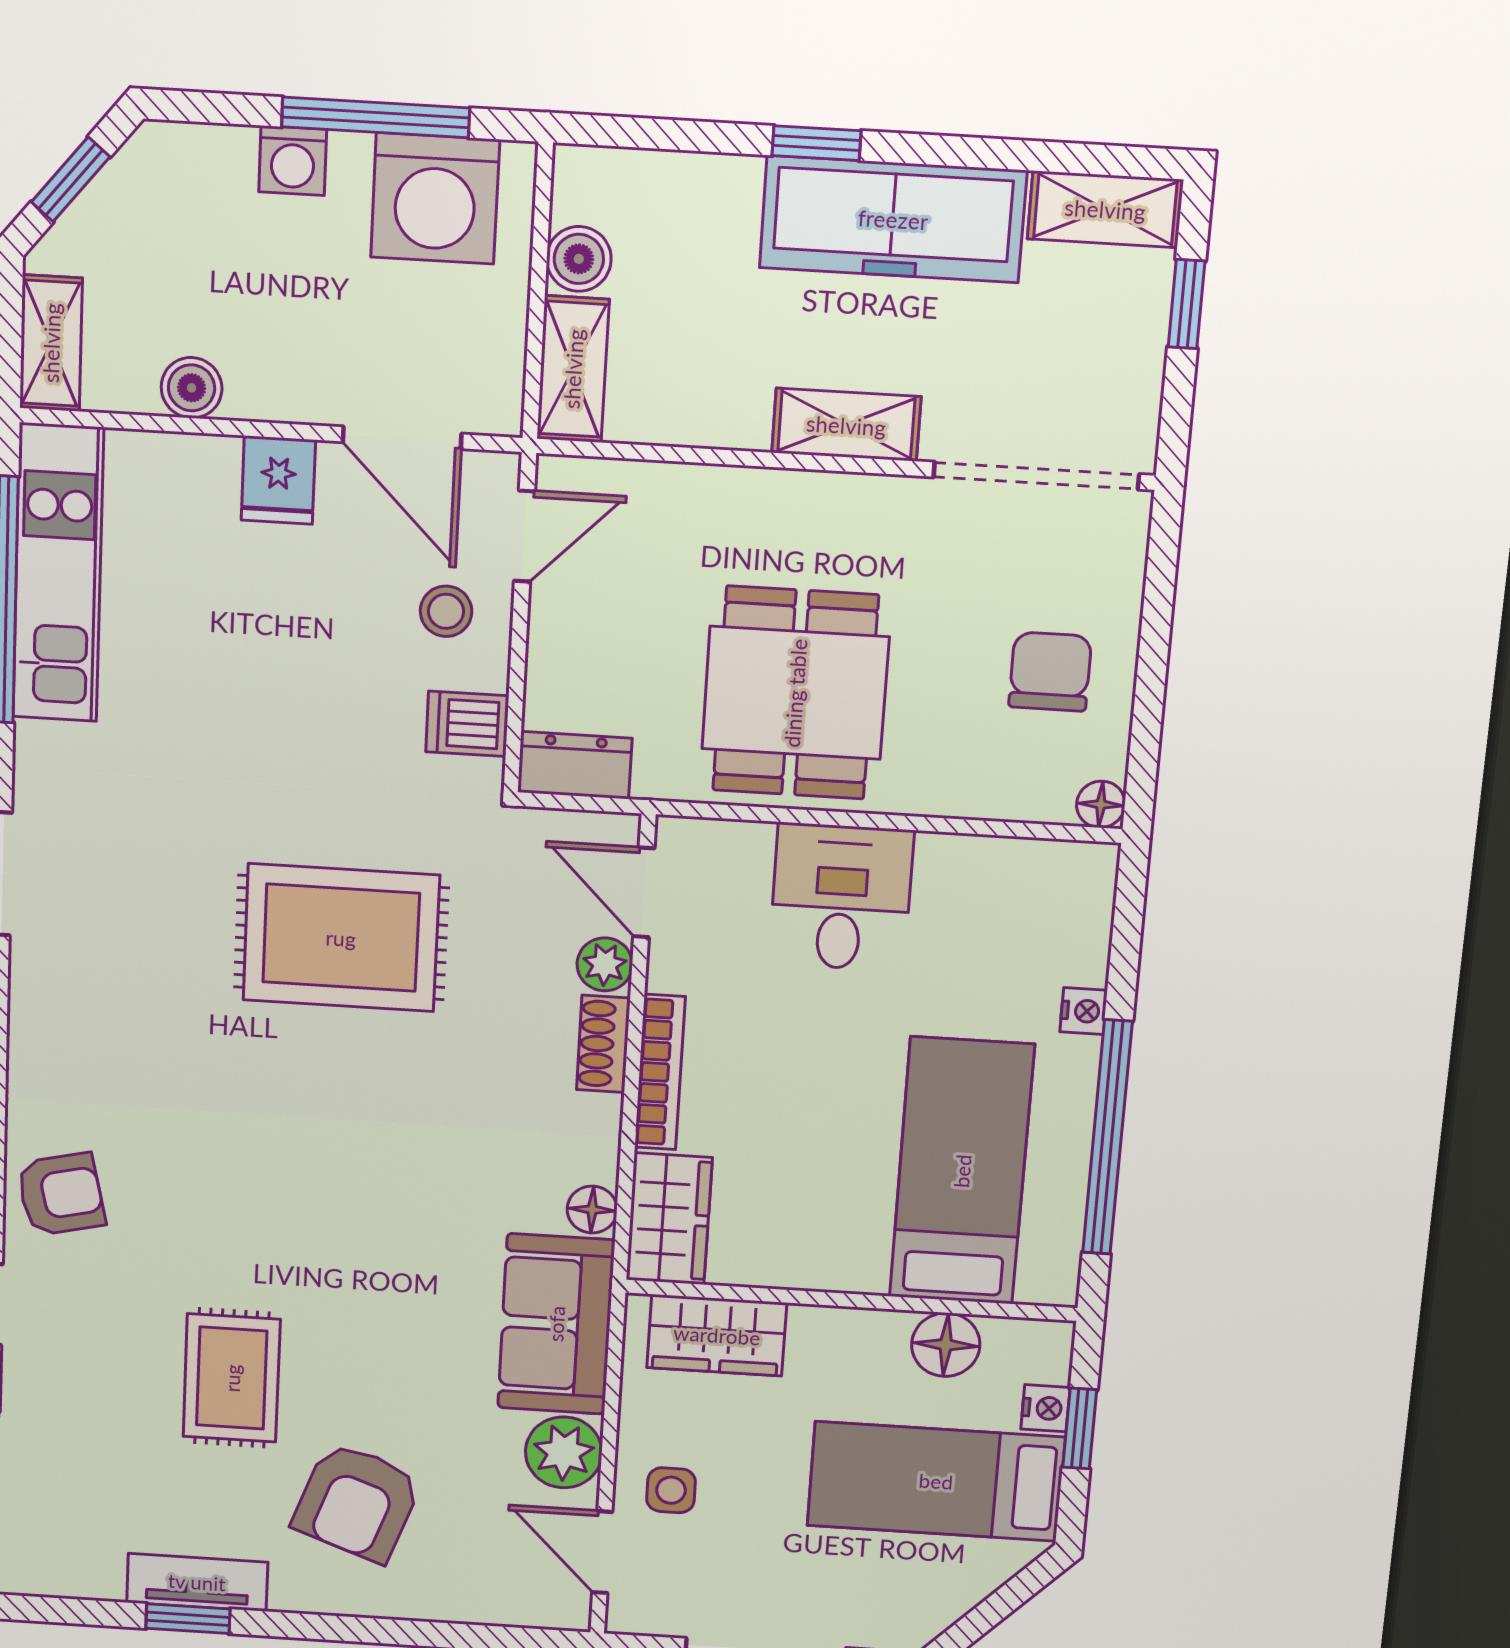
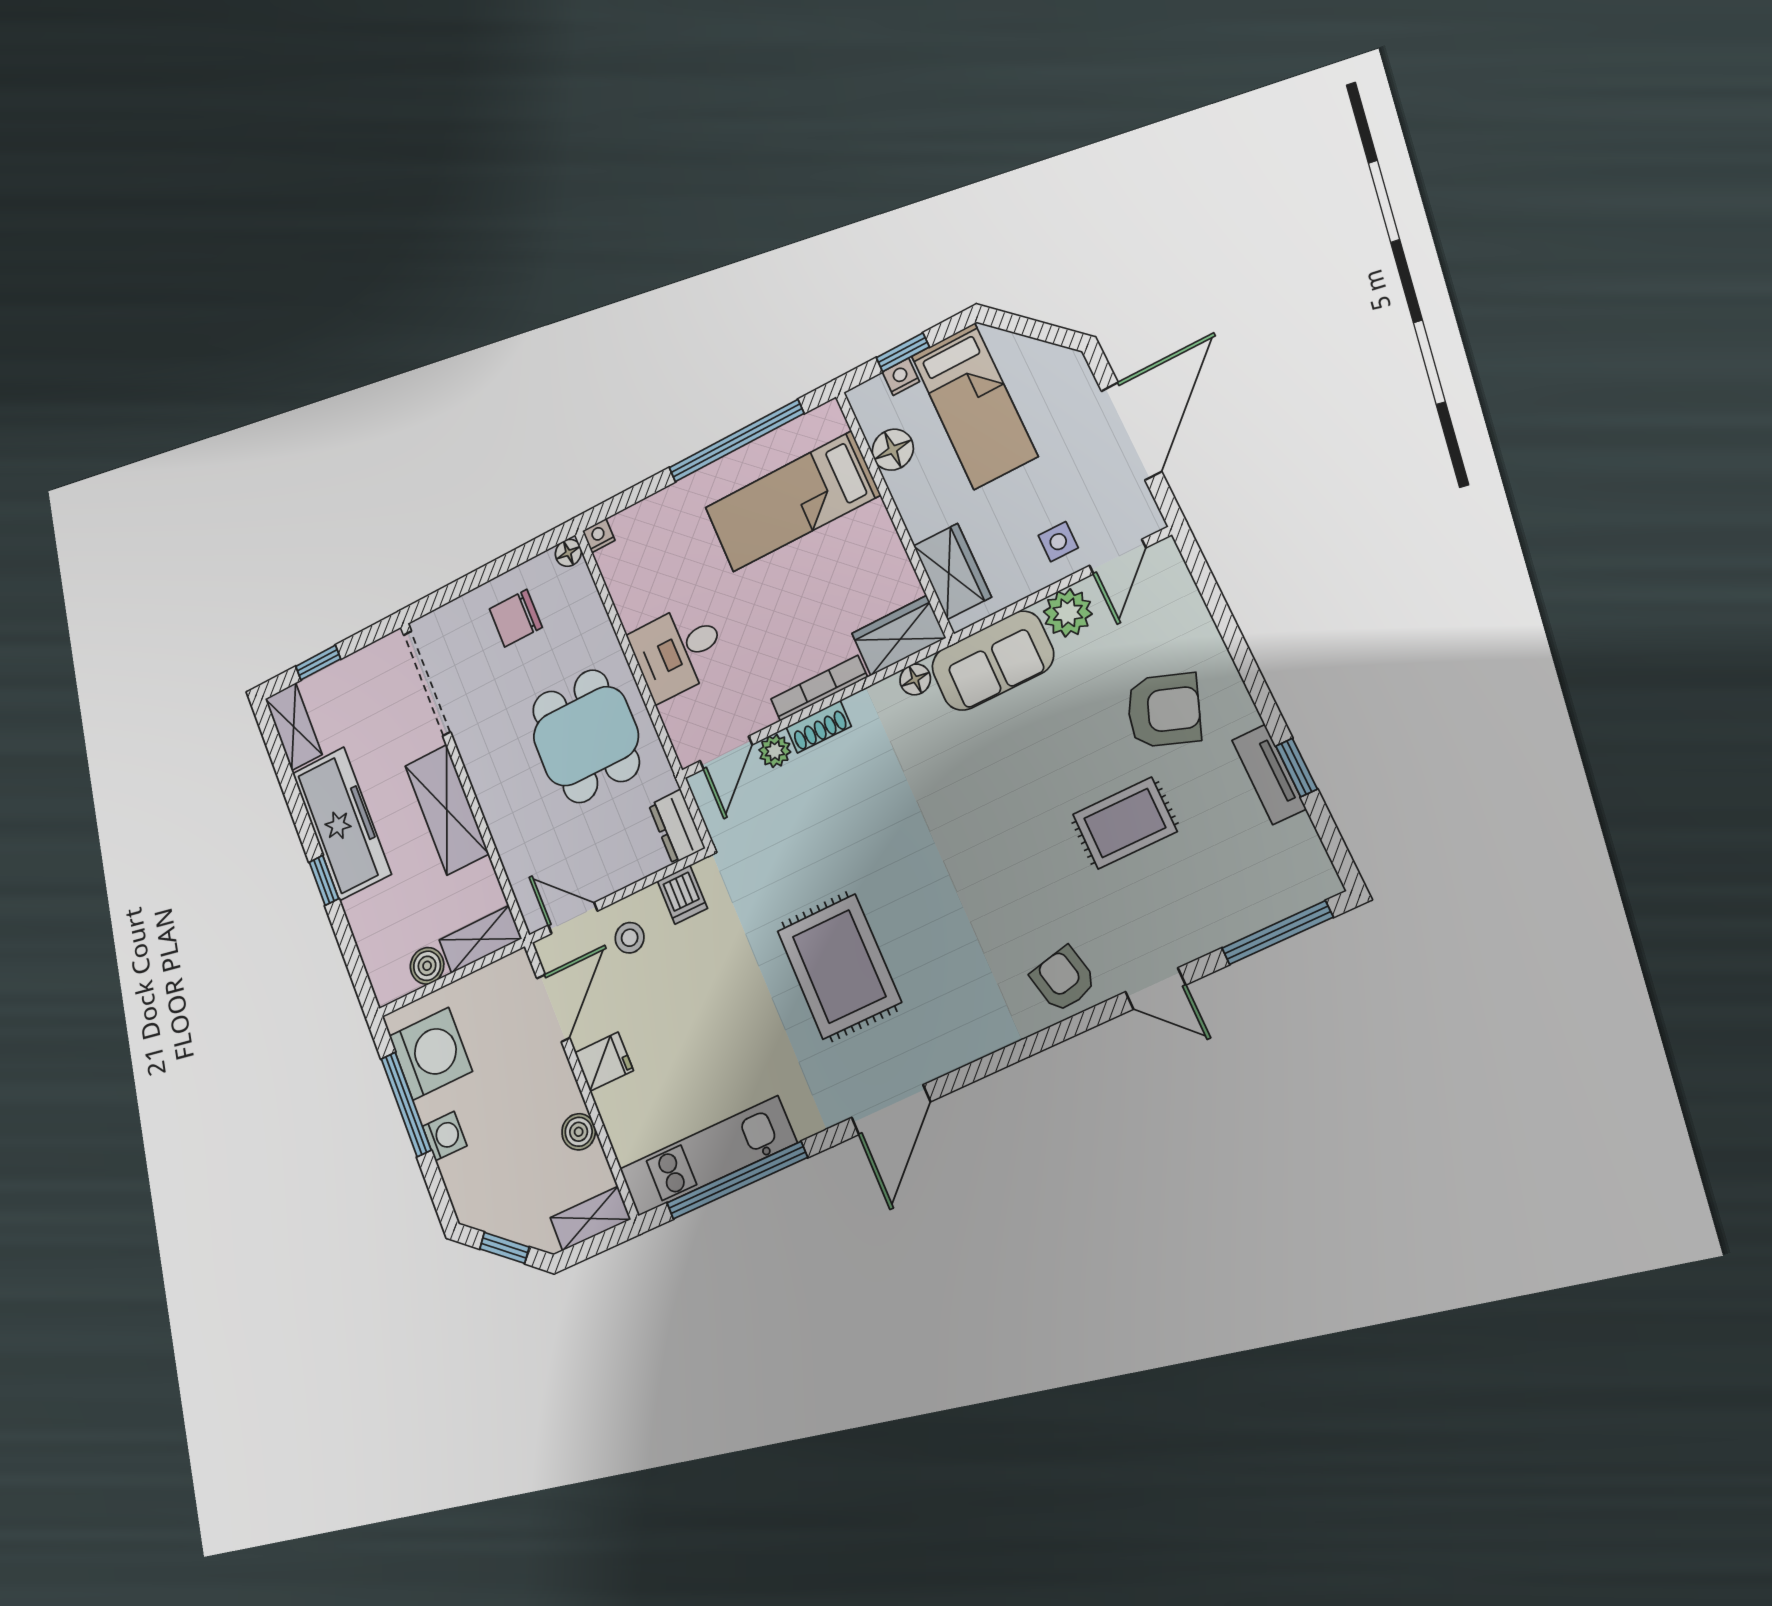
shelving: (846, 425) -> (447, 810), width x1.50, depth x1.33
dining table: (795, 693) -> (586, 736), turned 90
rug: (341, 938) -> (839, 966), moved
nightstand: (1084, 1011) -> (599, 536), moved

